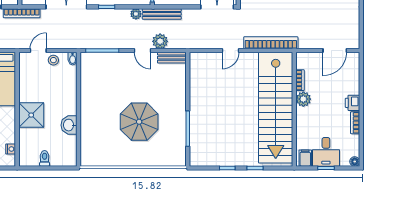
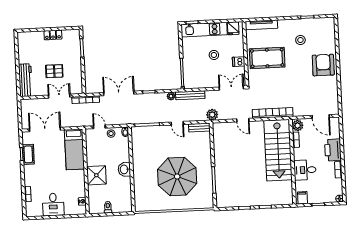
plant: (160, 41) -> (212, 115), moved
door: (38, 51) -> (99, 127), hinge flipped
door: (230, 51) -> (243, 120), hinge flipped
door: (335, 51) -> (321, 117), hinge flipped
plant: (303, 99) -> (298, 126), moved
printer: (352, 103) -> (333, 150), width x1.87, depth x1.48
stairs: (276, 108) -> (278, 150), width x0.73
parasol: (139, 122) -> (177, 176), width x1.36, depth x1.36
washbasin: (69, 125) -> (124, 169), moved
desk: (326, 152) -> (305, 170), moved, turned 90

